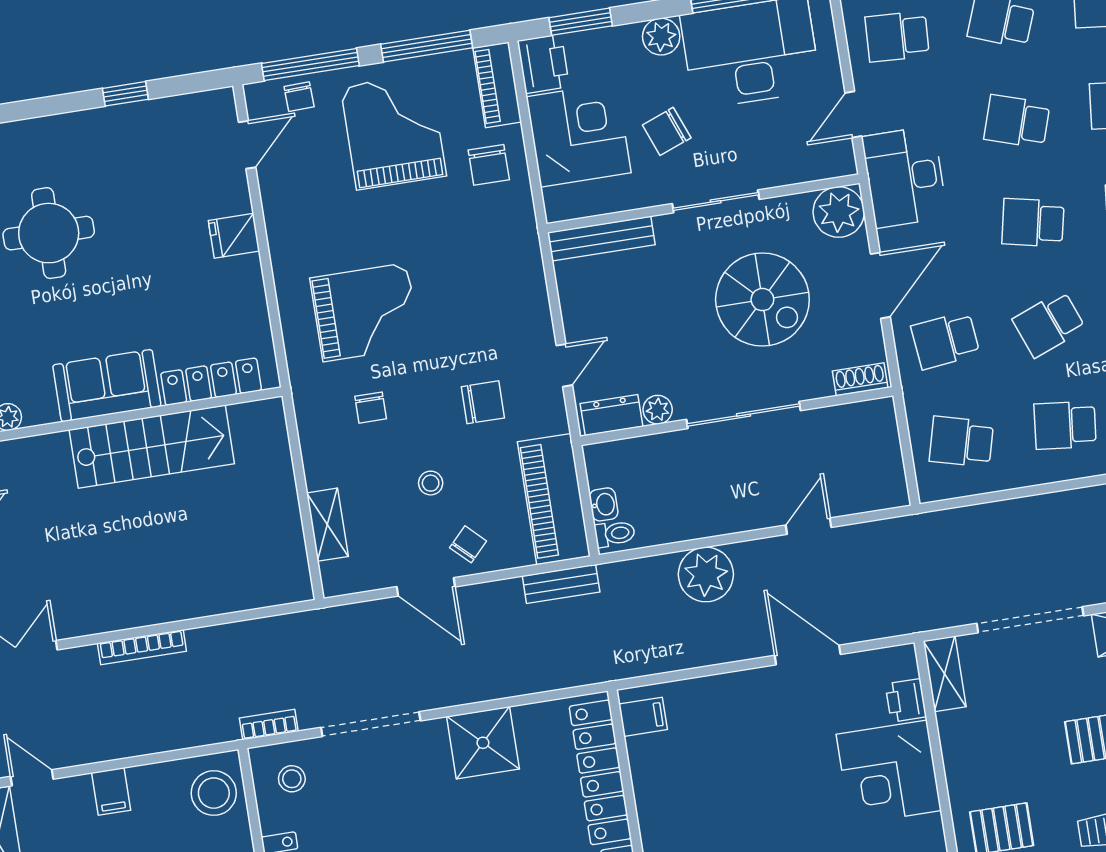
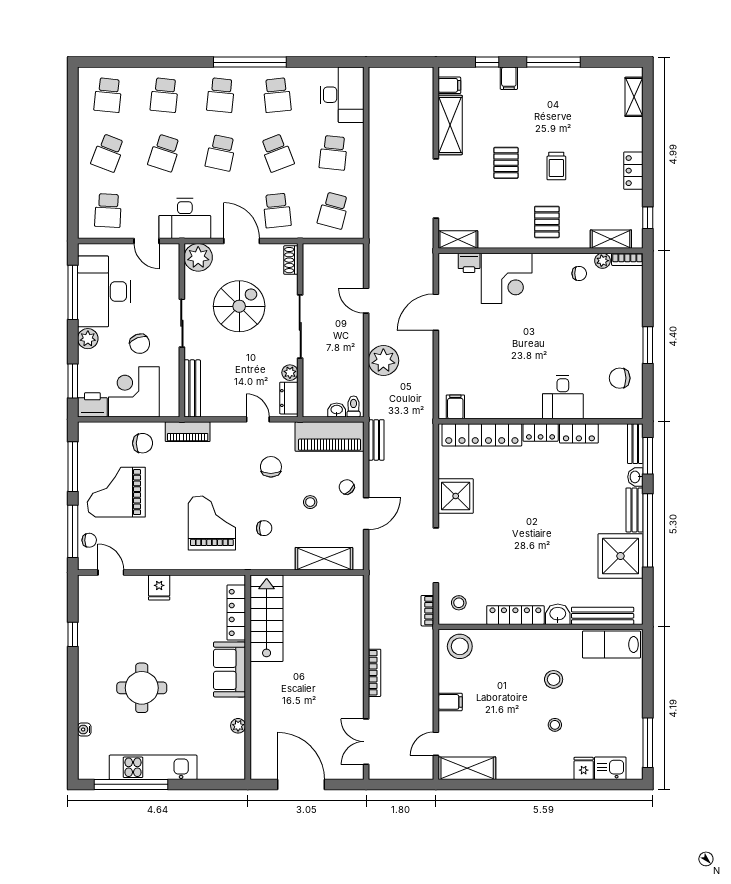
piano: (497, 85) -> (188, 432), moved
stairs: (152, 447) -> (267, 618), moved
shelving: (327, 525) -> (324, 559), width x1.50, depth x1.33

